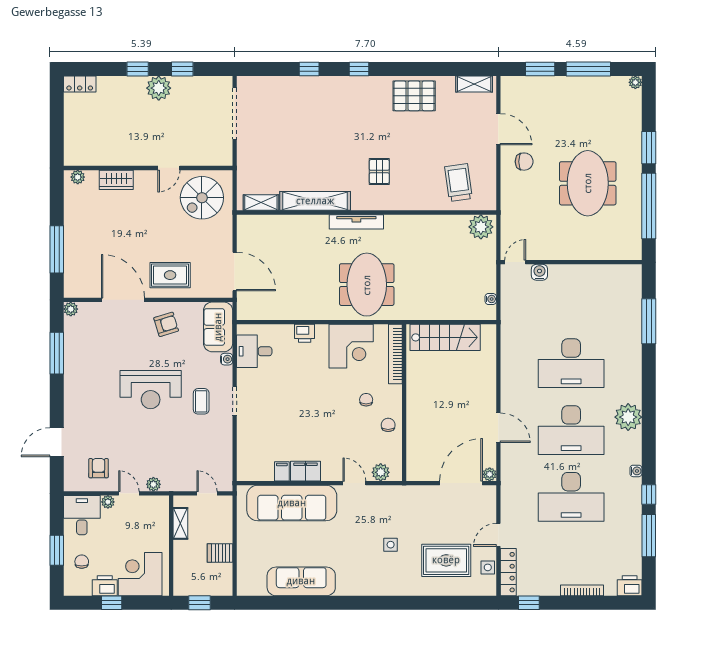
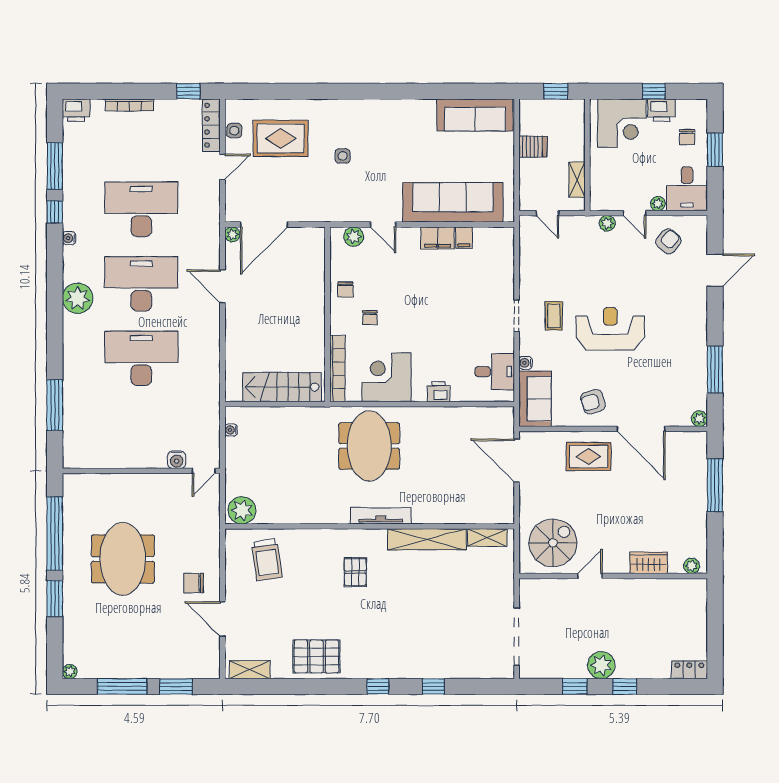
armchair: (99, 468) -> (668, 241), turned -139
sofa: (301, 581) -> (475, 115), moved

